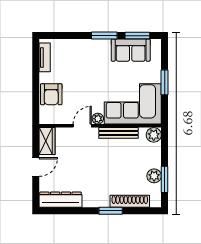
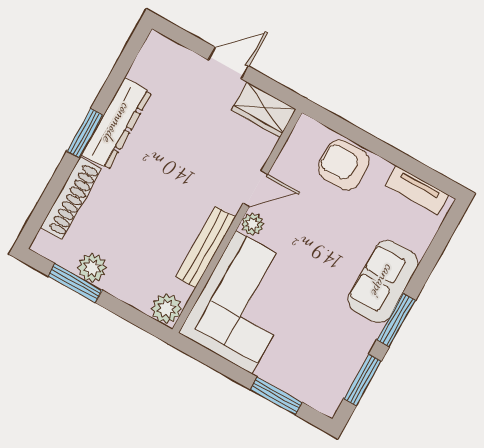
sofa: (131, 50) -> (383, 281), moved
window: (165, 82) -> (276, 396), moved
door: (82, 126) -> (255, 189), hinge flipped
door: (36, 167) -> (228, 63), swing flipped
dresser: (61, 200) -> (117, 124), moved
window: (111, 211) -> (85, 133), moved

